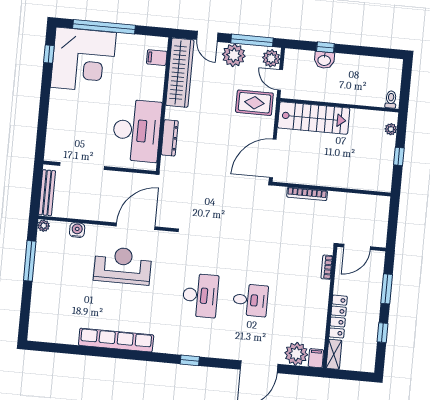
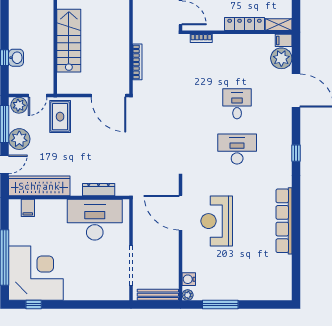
stairs: (314, 118) -> (69, 41), moved
water cooler: (77, 230) -> (189, 279), moved

